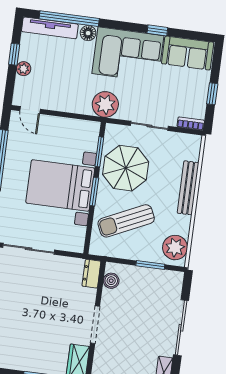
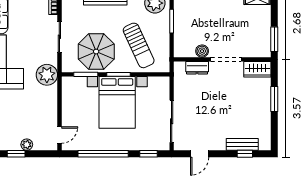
dresser: (91, 274) -> (197, 68), moved
boiler: (111, 281) -> (202, 51), moved

